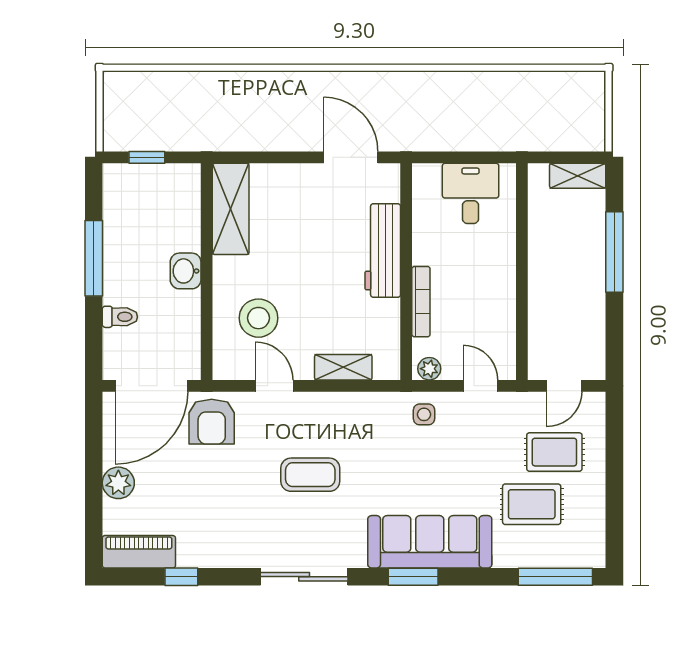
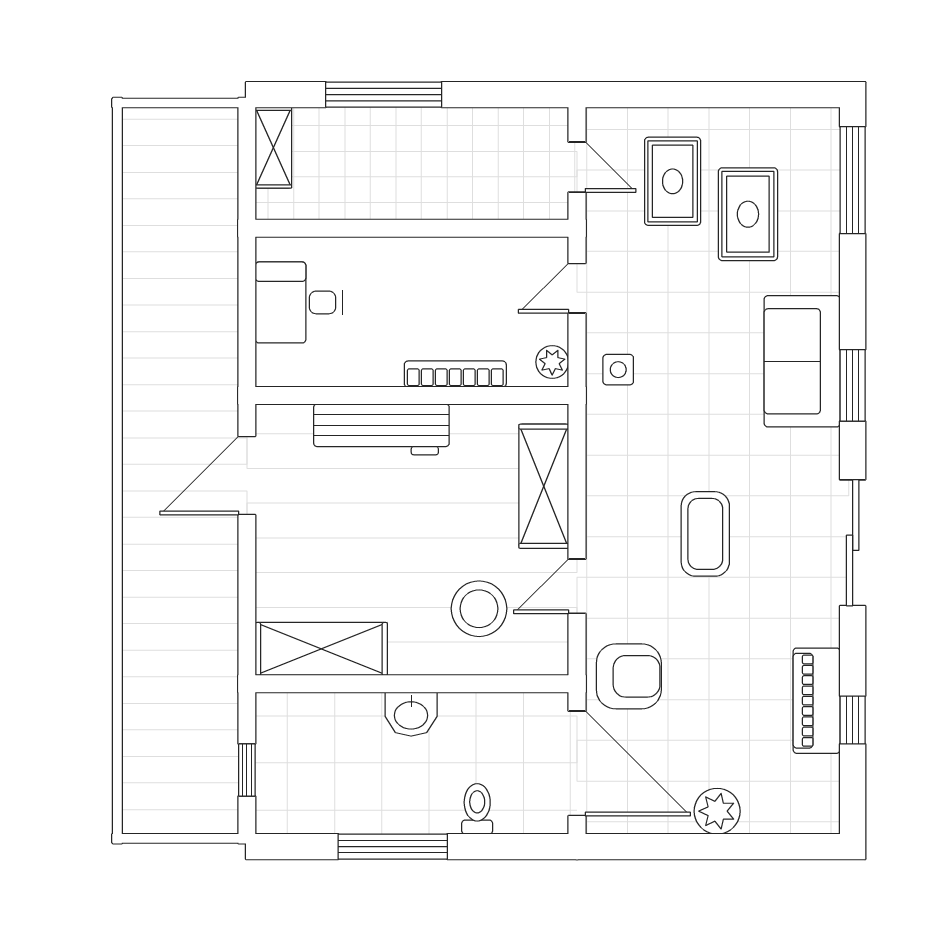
shelving: (343, 367) -> (544, 486), width x1.50, depth x1.33
sofa: (430, 542) -> (802, 361), width x0.73
piano: (139, 552) -> (817, 701), moved

